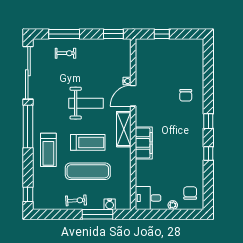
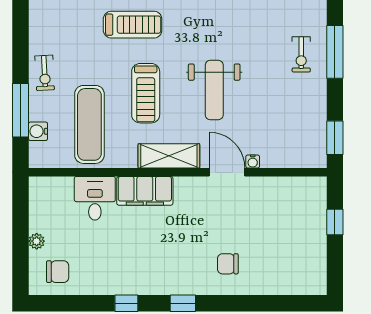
treadmill: (48, 150) -> (133, 25), turned 180
exercise mat: (88, 171) -> (89, 124), moved
desk: (148, 198) -> (95, 198), moved

